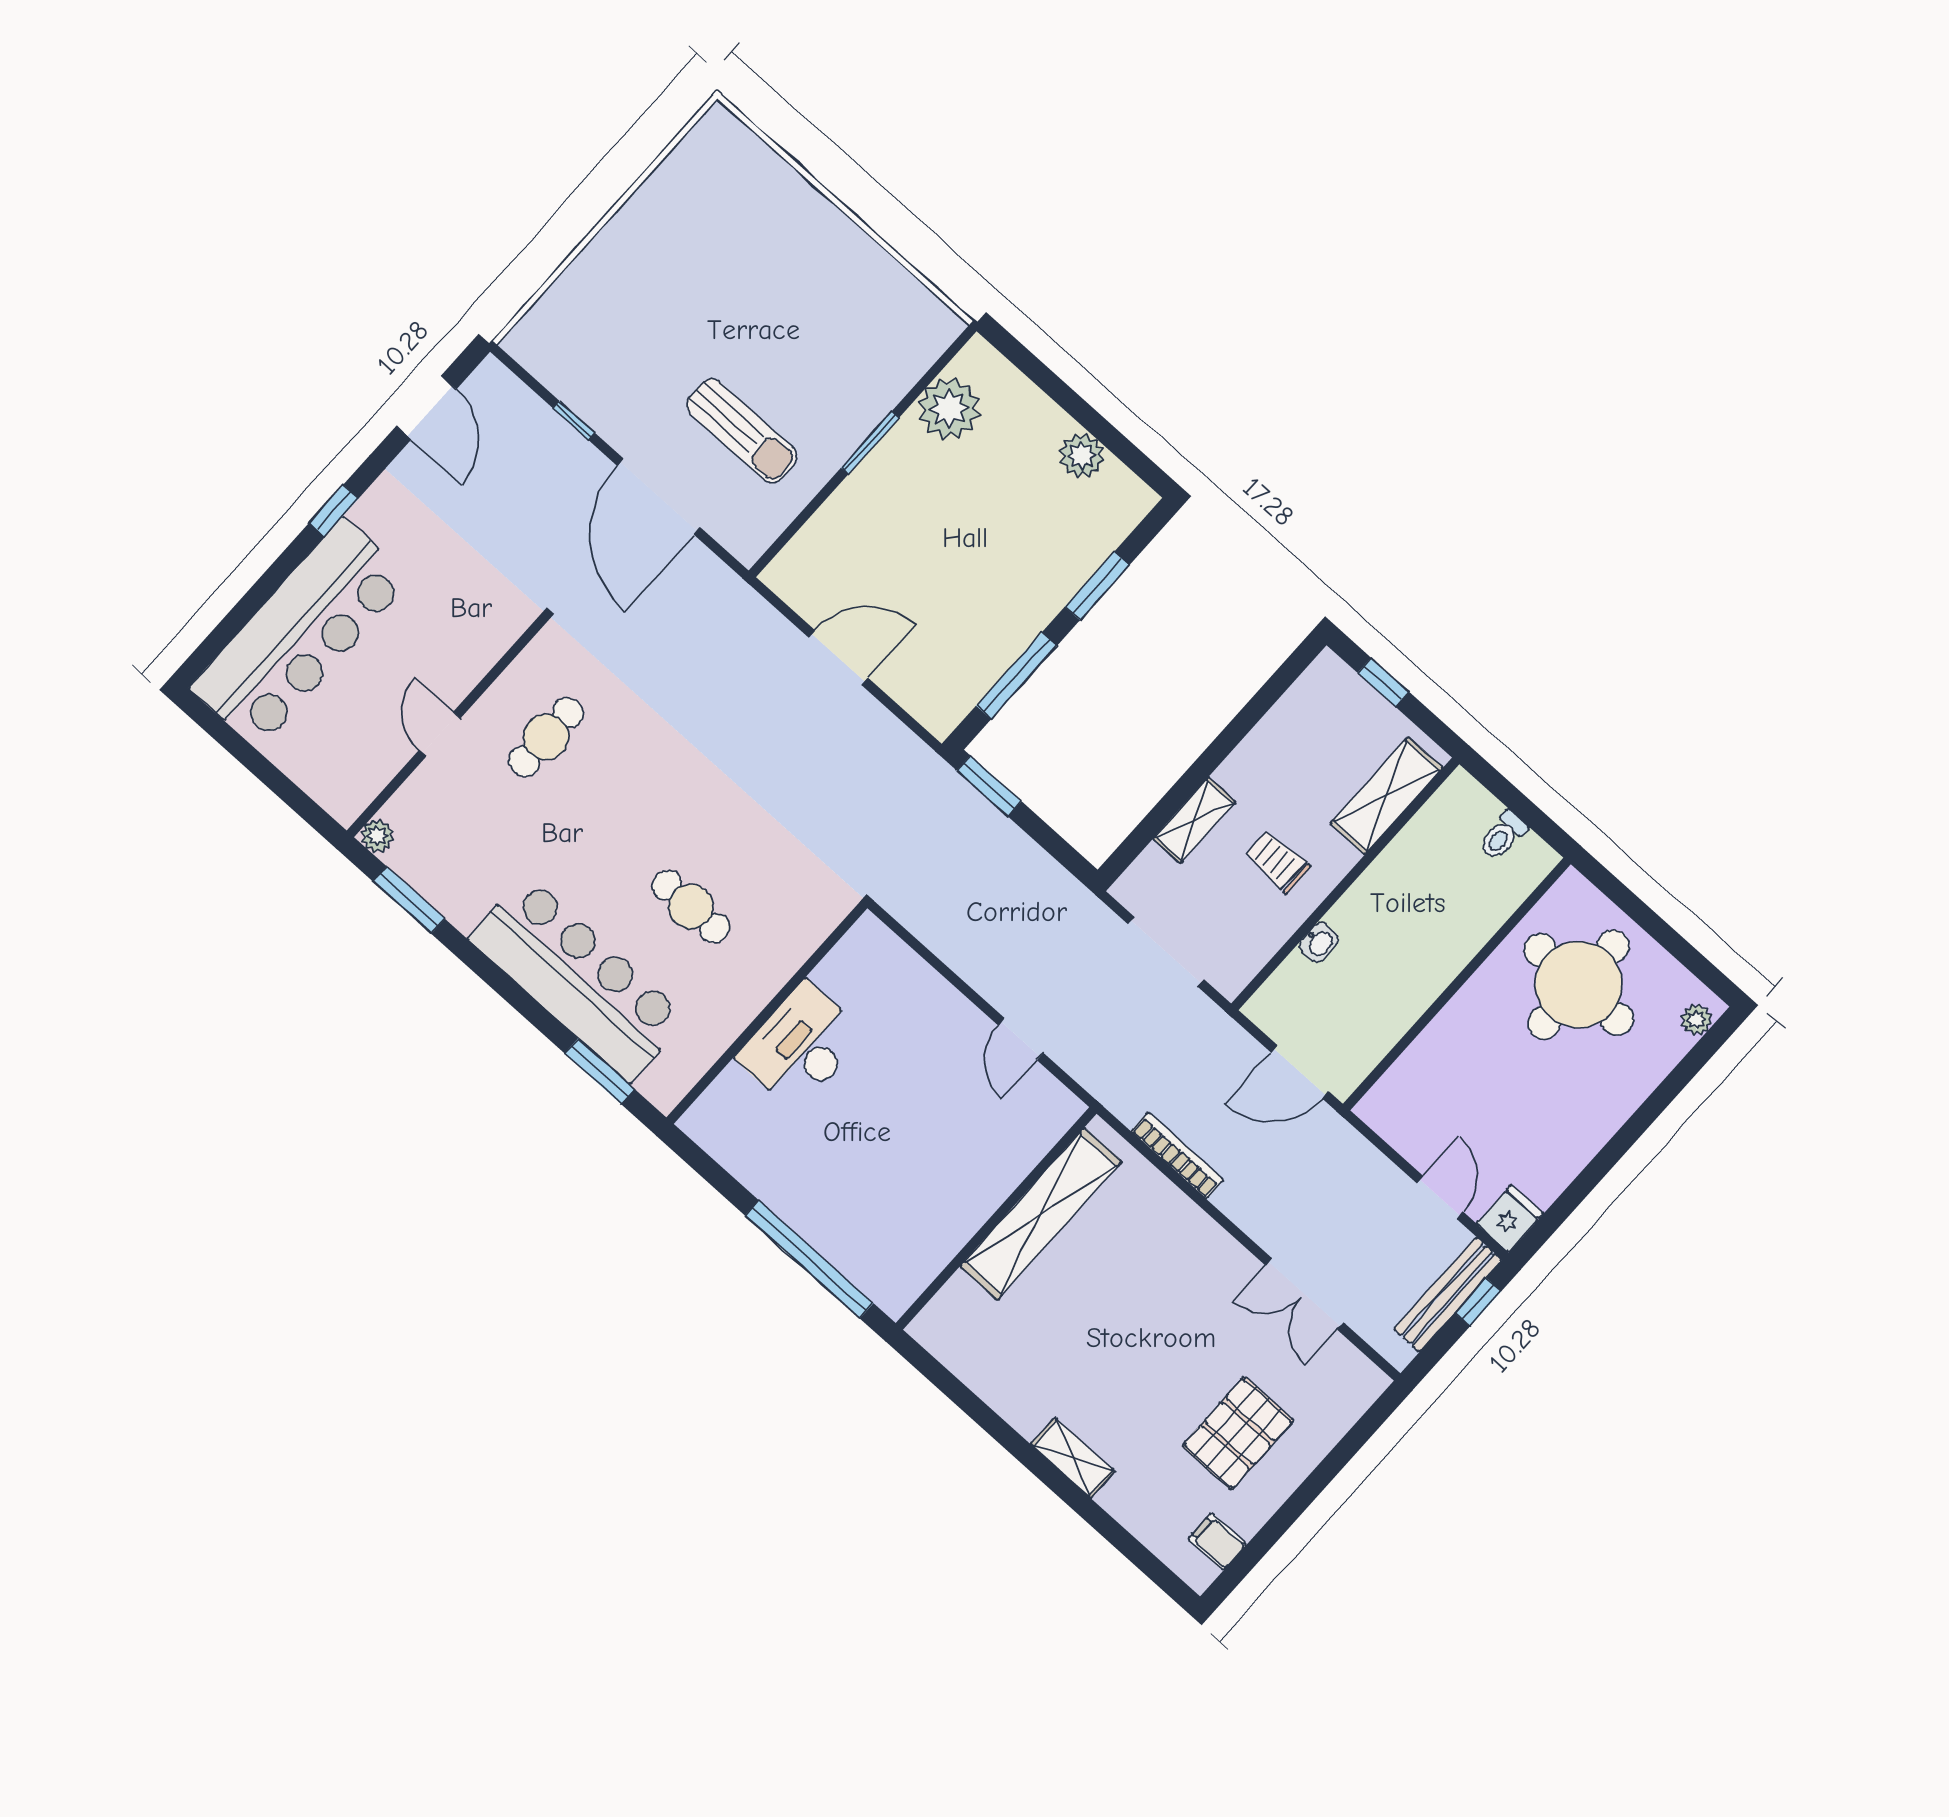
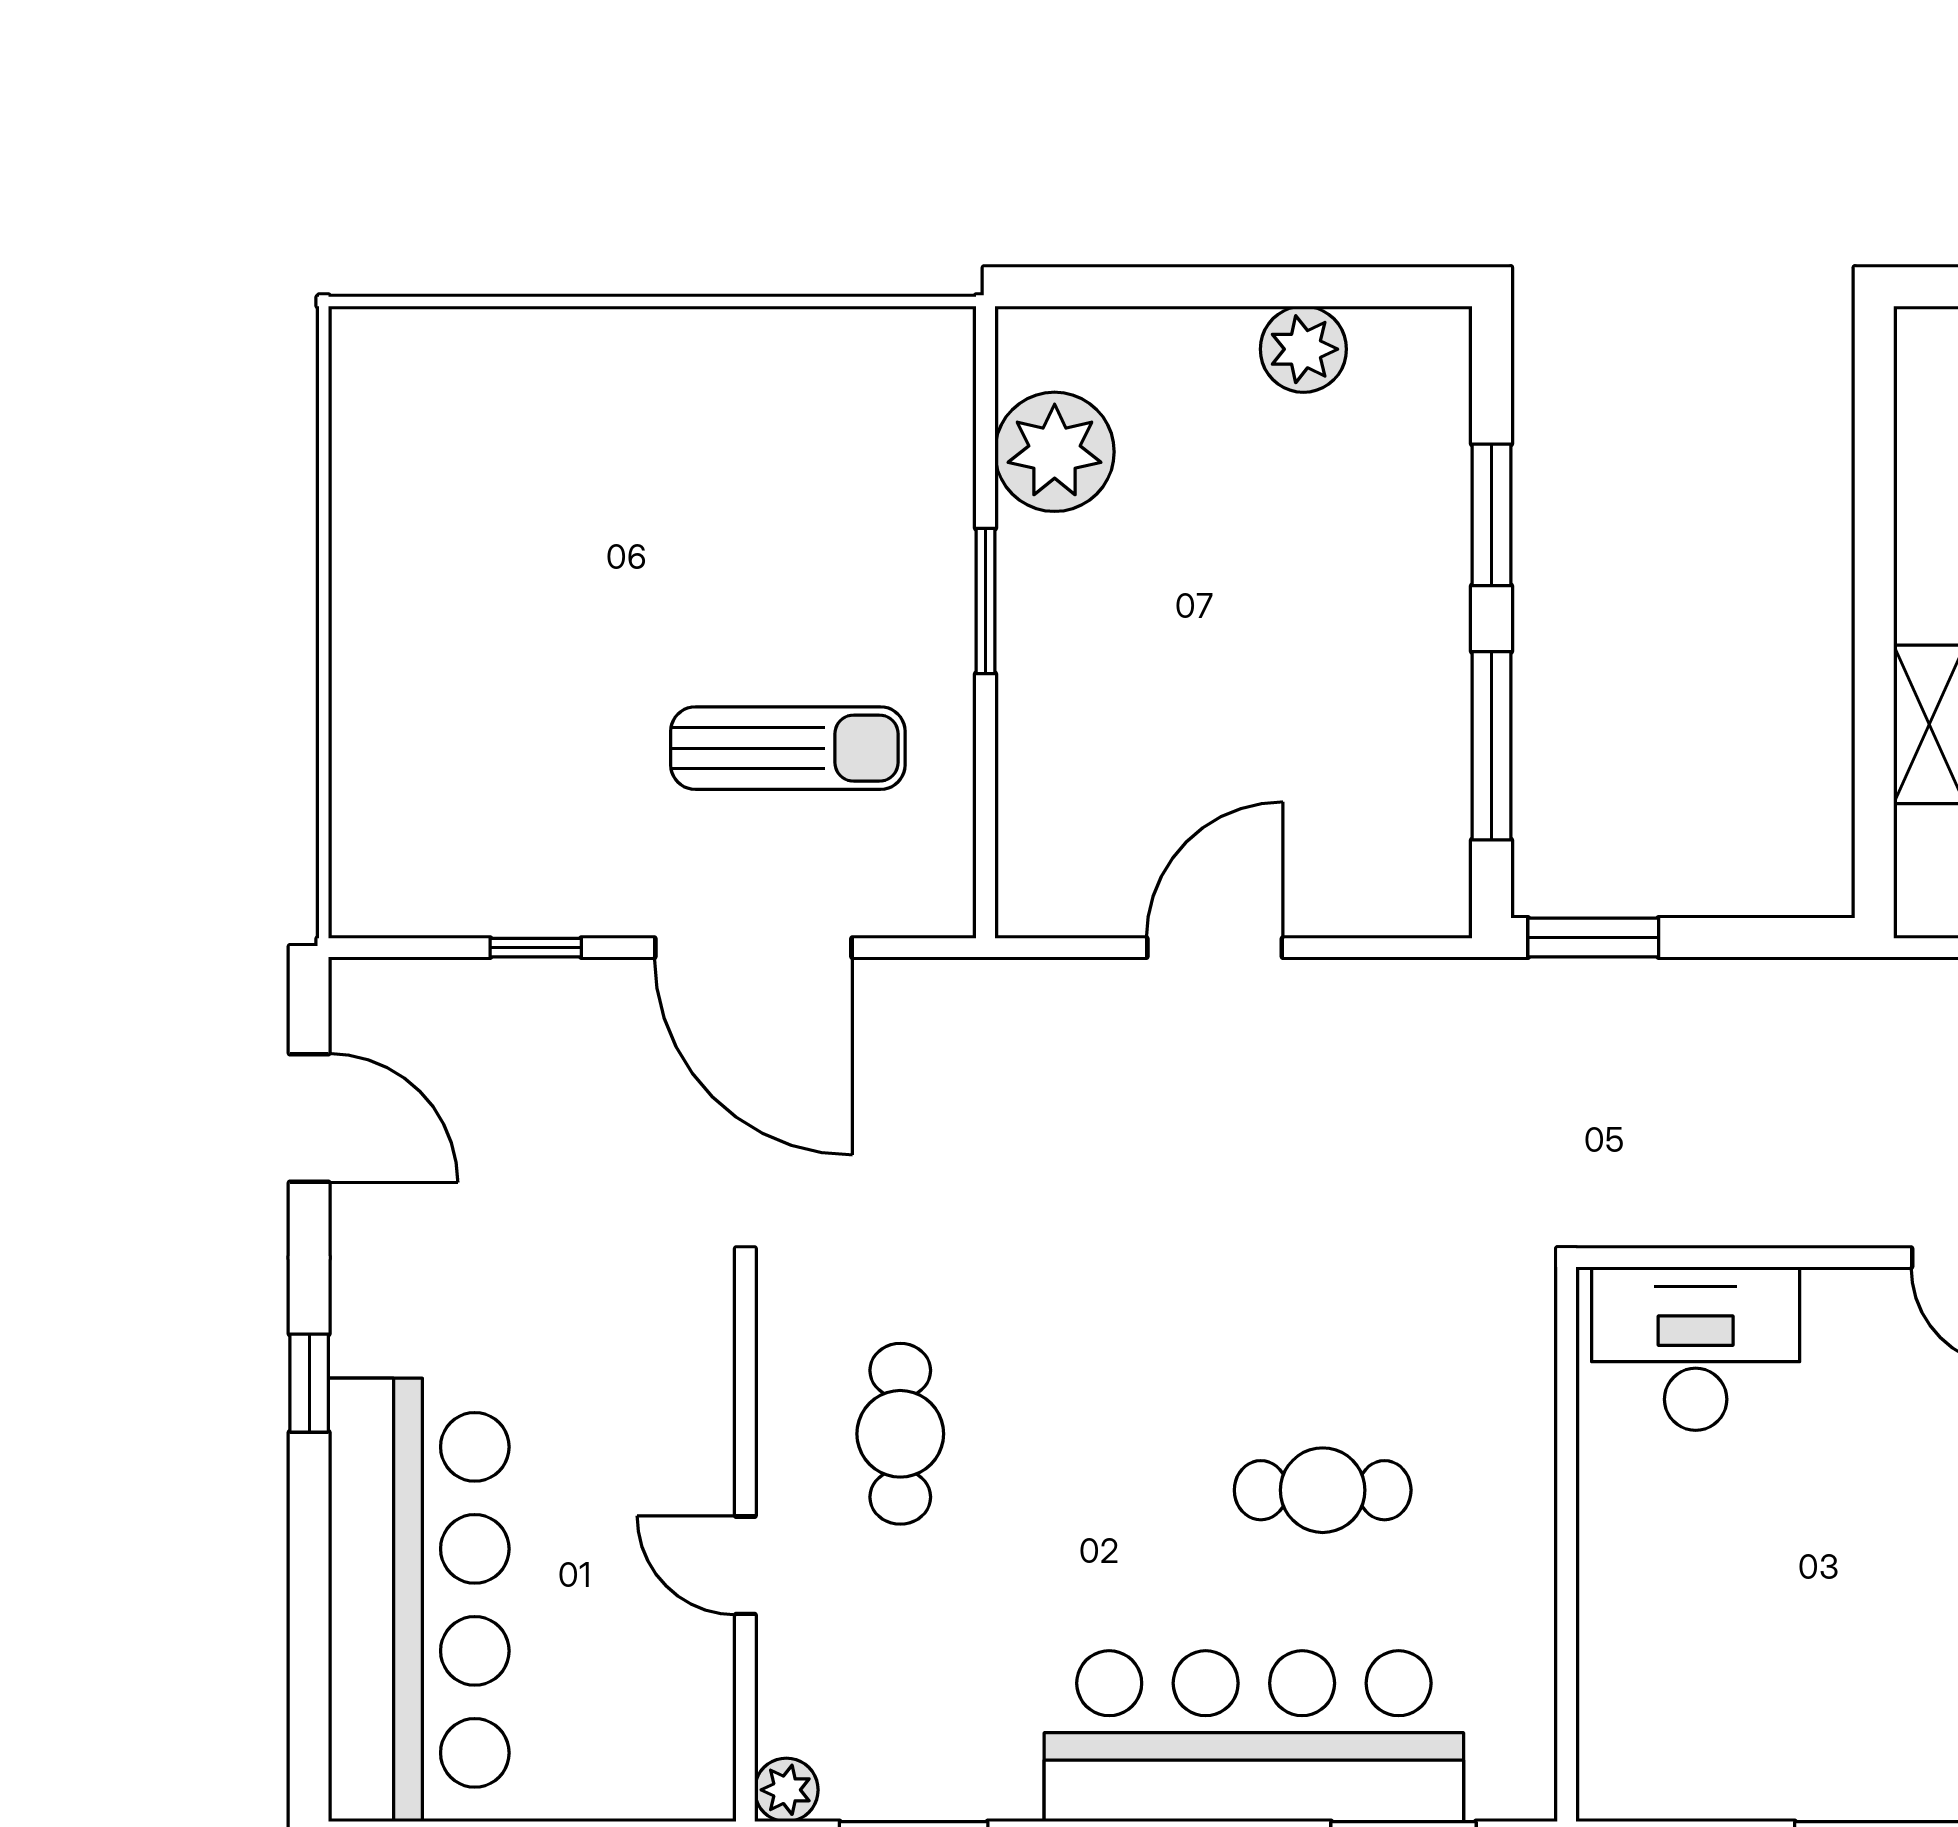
desk: (801, 1046) -> (1696, 1349), moved, turned 90

